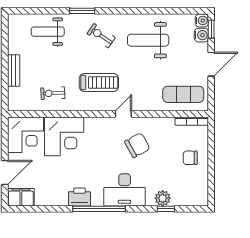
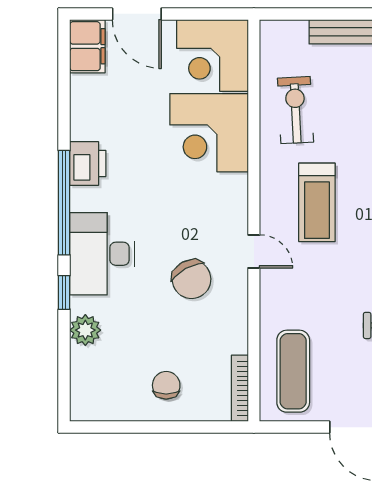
exercise bike: (53, 93) -> (296, 110), width x1.38, depth x1.39
window: (166, 209) -> (64, 292), moved

